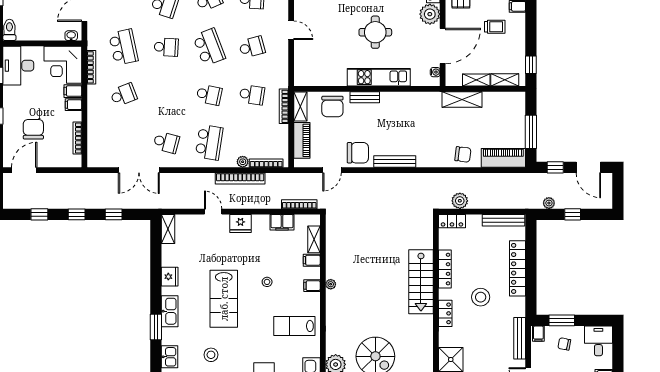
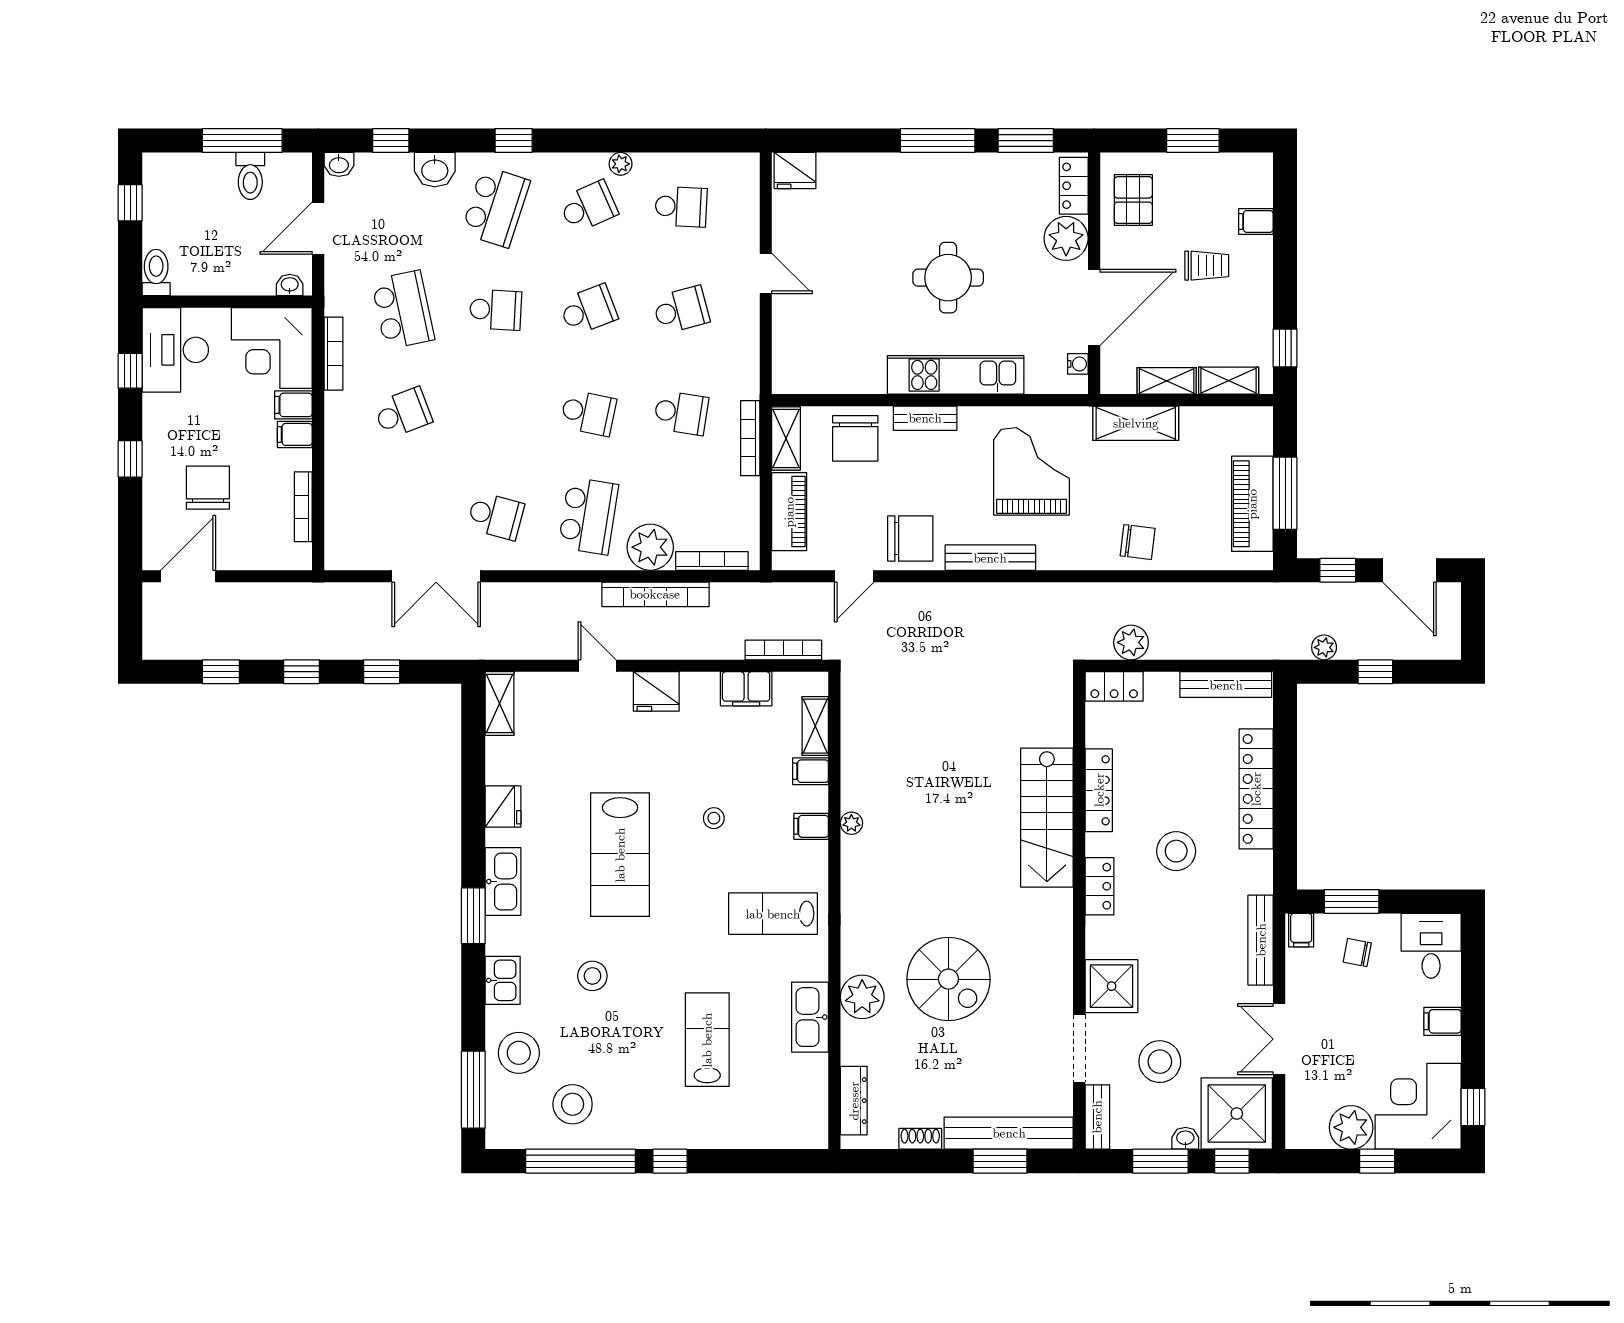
school desk: (209, 47) -> (588, 310), width x0.54
grand piano: (414, 122) -> (1031, 471), added
piano: (503, 158) -> (1252, 504), moved, turned -90
plant: (243, 162) -> (650, 547), width x1.88, depth x1.88

